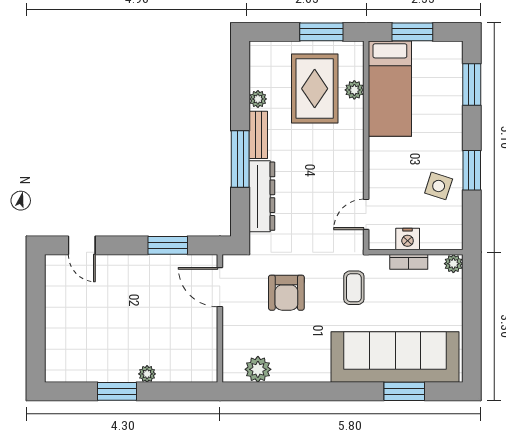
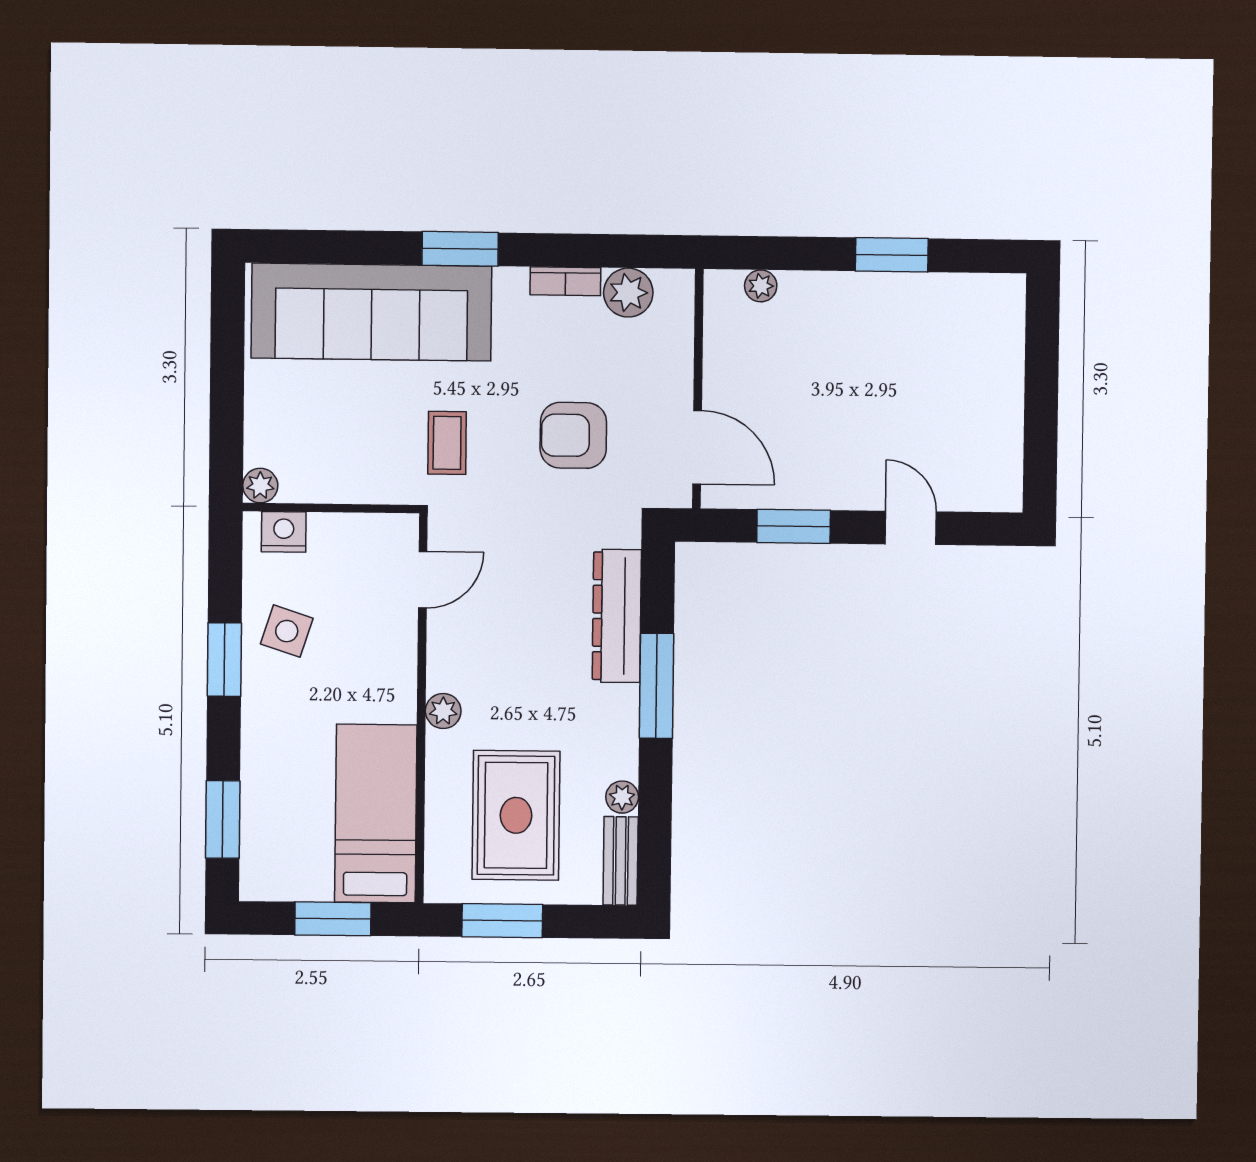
plant: (354, 90) -> (443, 711), moved
bench: (258, 135) -> (621, 861), moved
nightstand: (408, 239) -> (284, 532), moved
door: (82, 245) -> (911, 528), moved
bookcase: (409, 262) -> (565, 281), moved, turned 180
armchair: (286, 293) -> (573, 435), turned -90
plant: (147, 374) -> (761, 286), moved
window: (404, 391) -> (460, 249), moved

